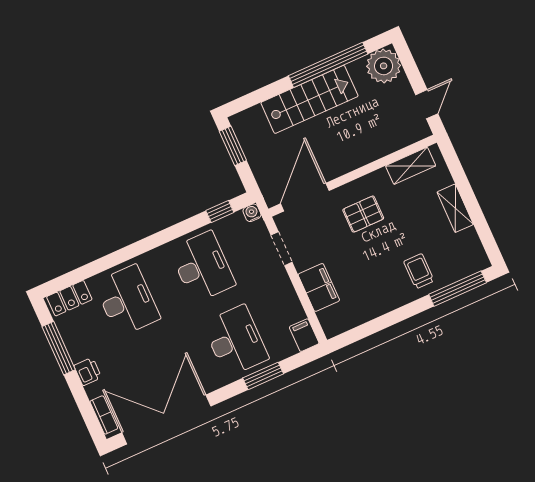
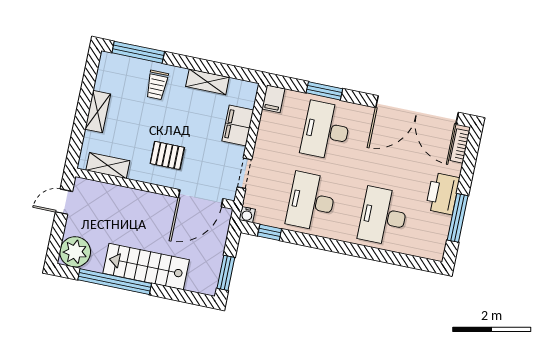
locker: (69, 298) -> (424, 248), removed
shelving: (375, 307) -> (207, 82), added
printer: (88, 372) -> (443, 194), width x1.87, depth x1.48

